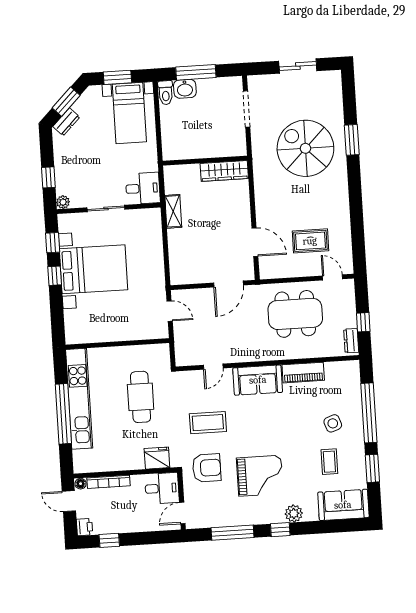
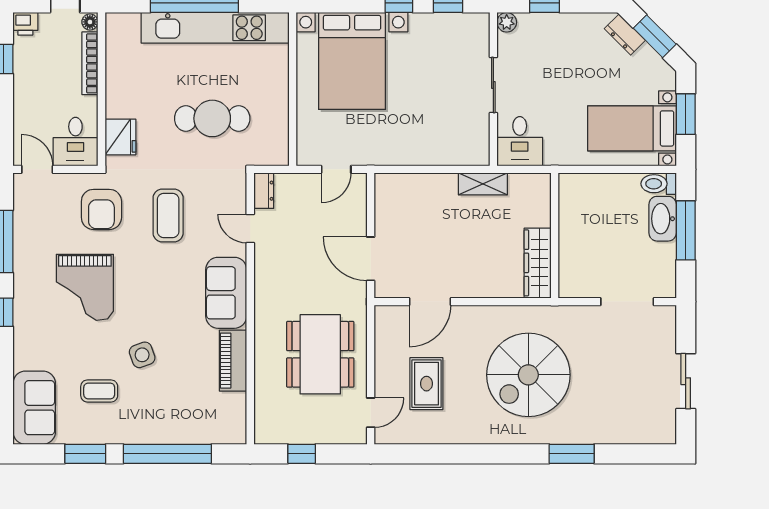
washbasin: (185, 89) -> (663, 219), width x1.38
spiral stairs: (305, 148) -> (528, 375), moved, turned 180
bed with nightstands: (93, 269) -> (352, 61), moved
dresser: (351, 341) -> (264, 191), moved, turned 90
side table: (333, 423) -> (142, 355), moved
plant: (294, 513) -> (26, 334), removed

